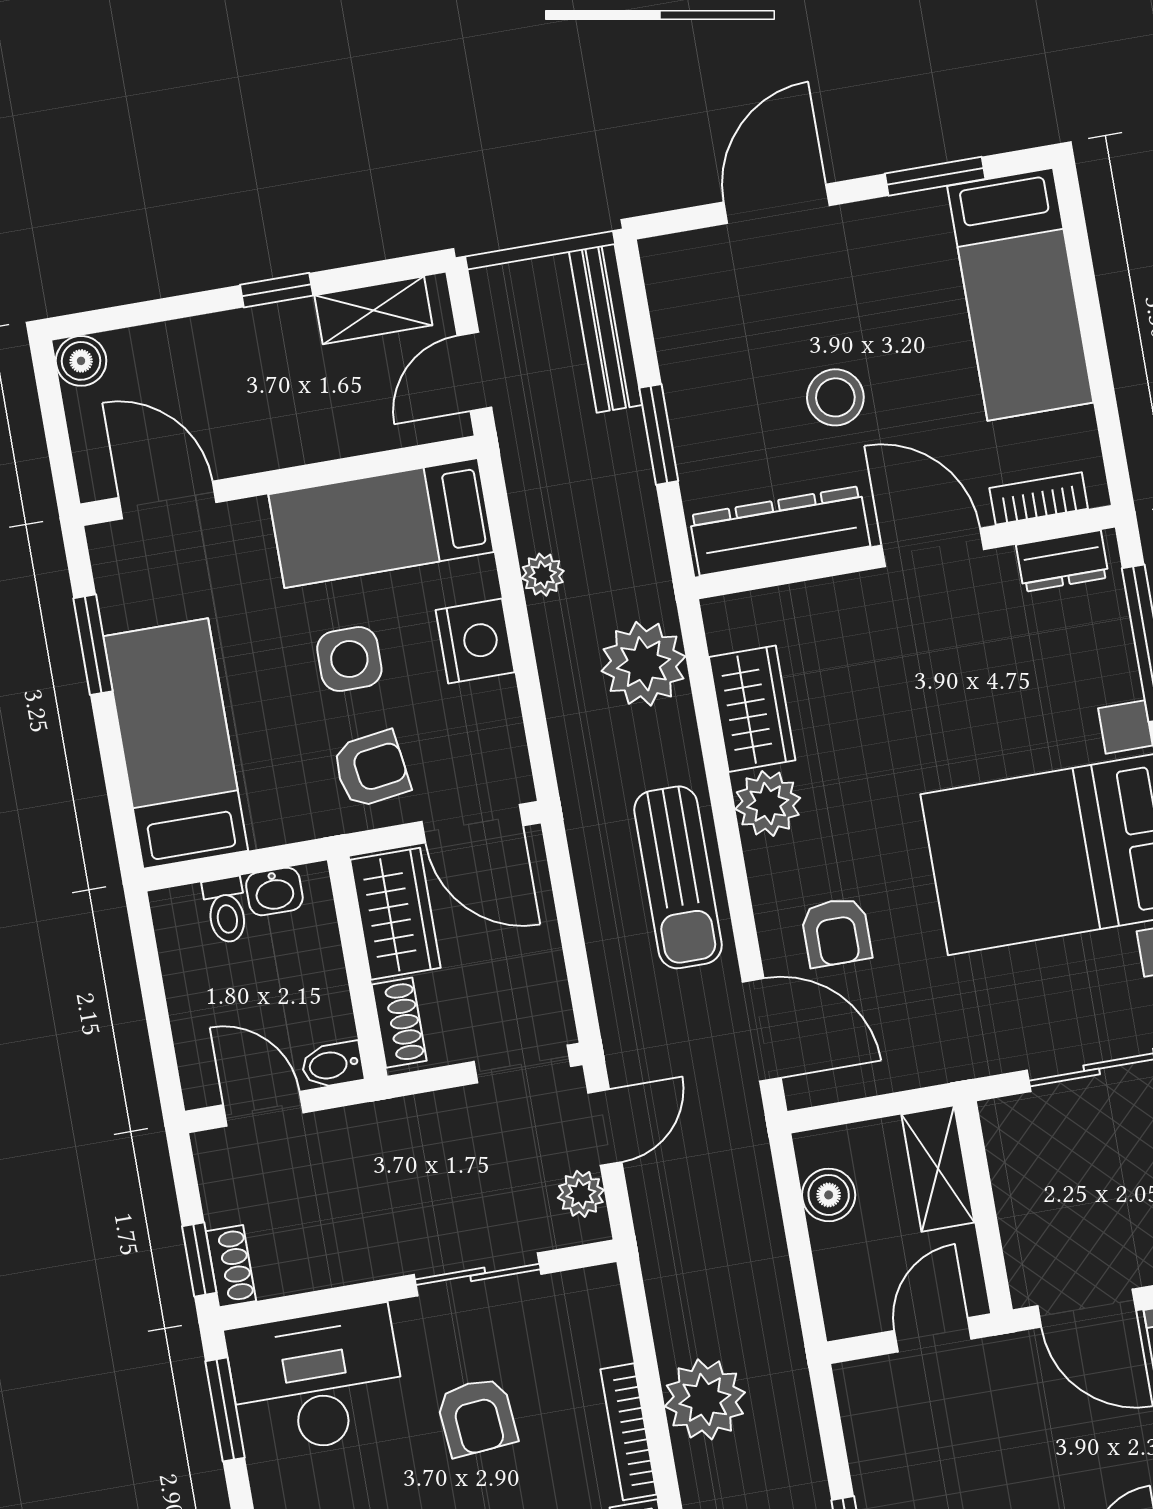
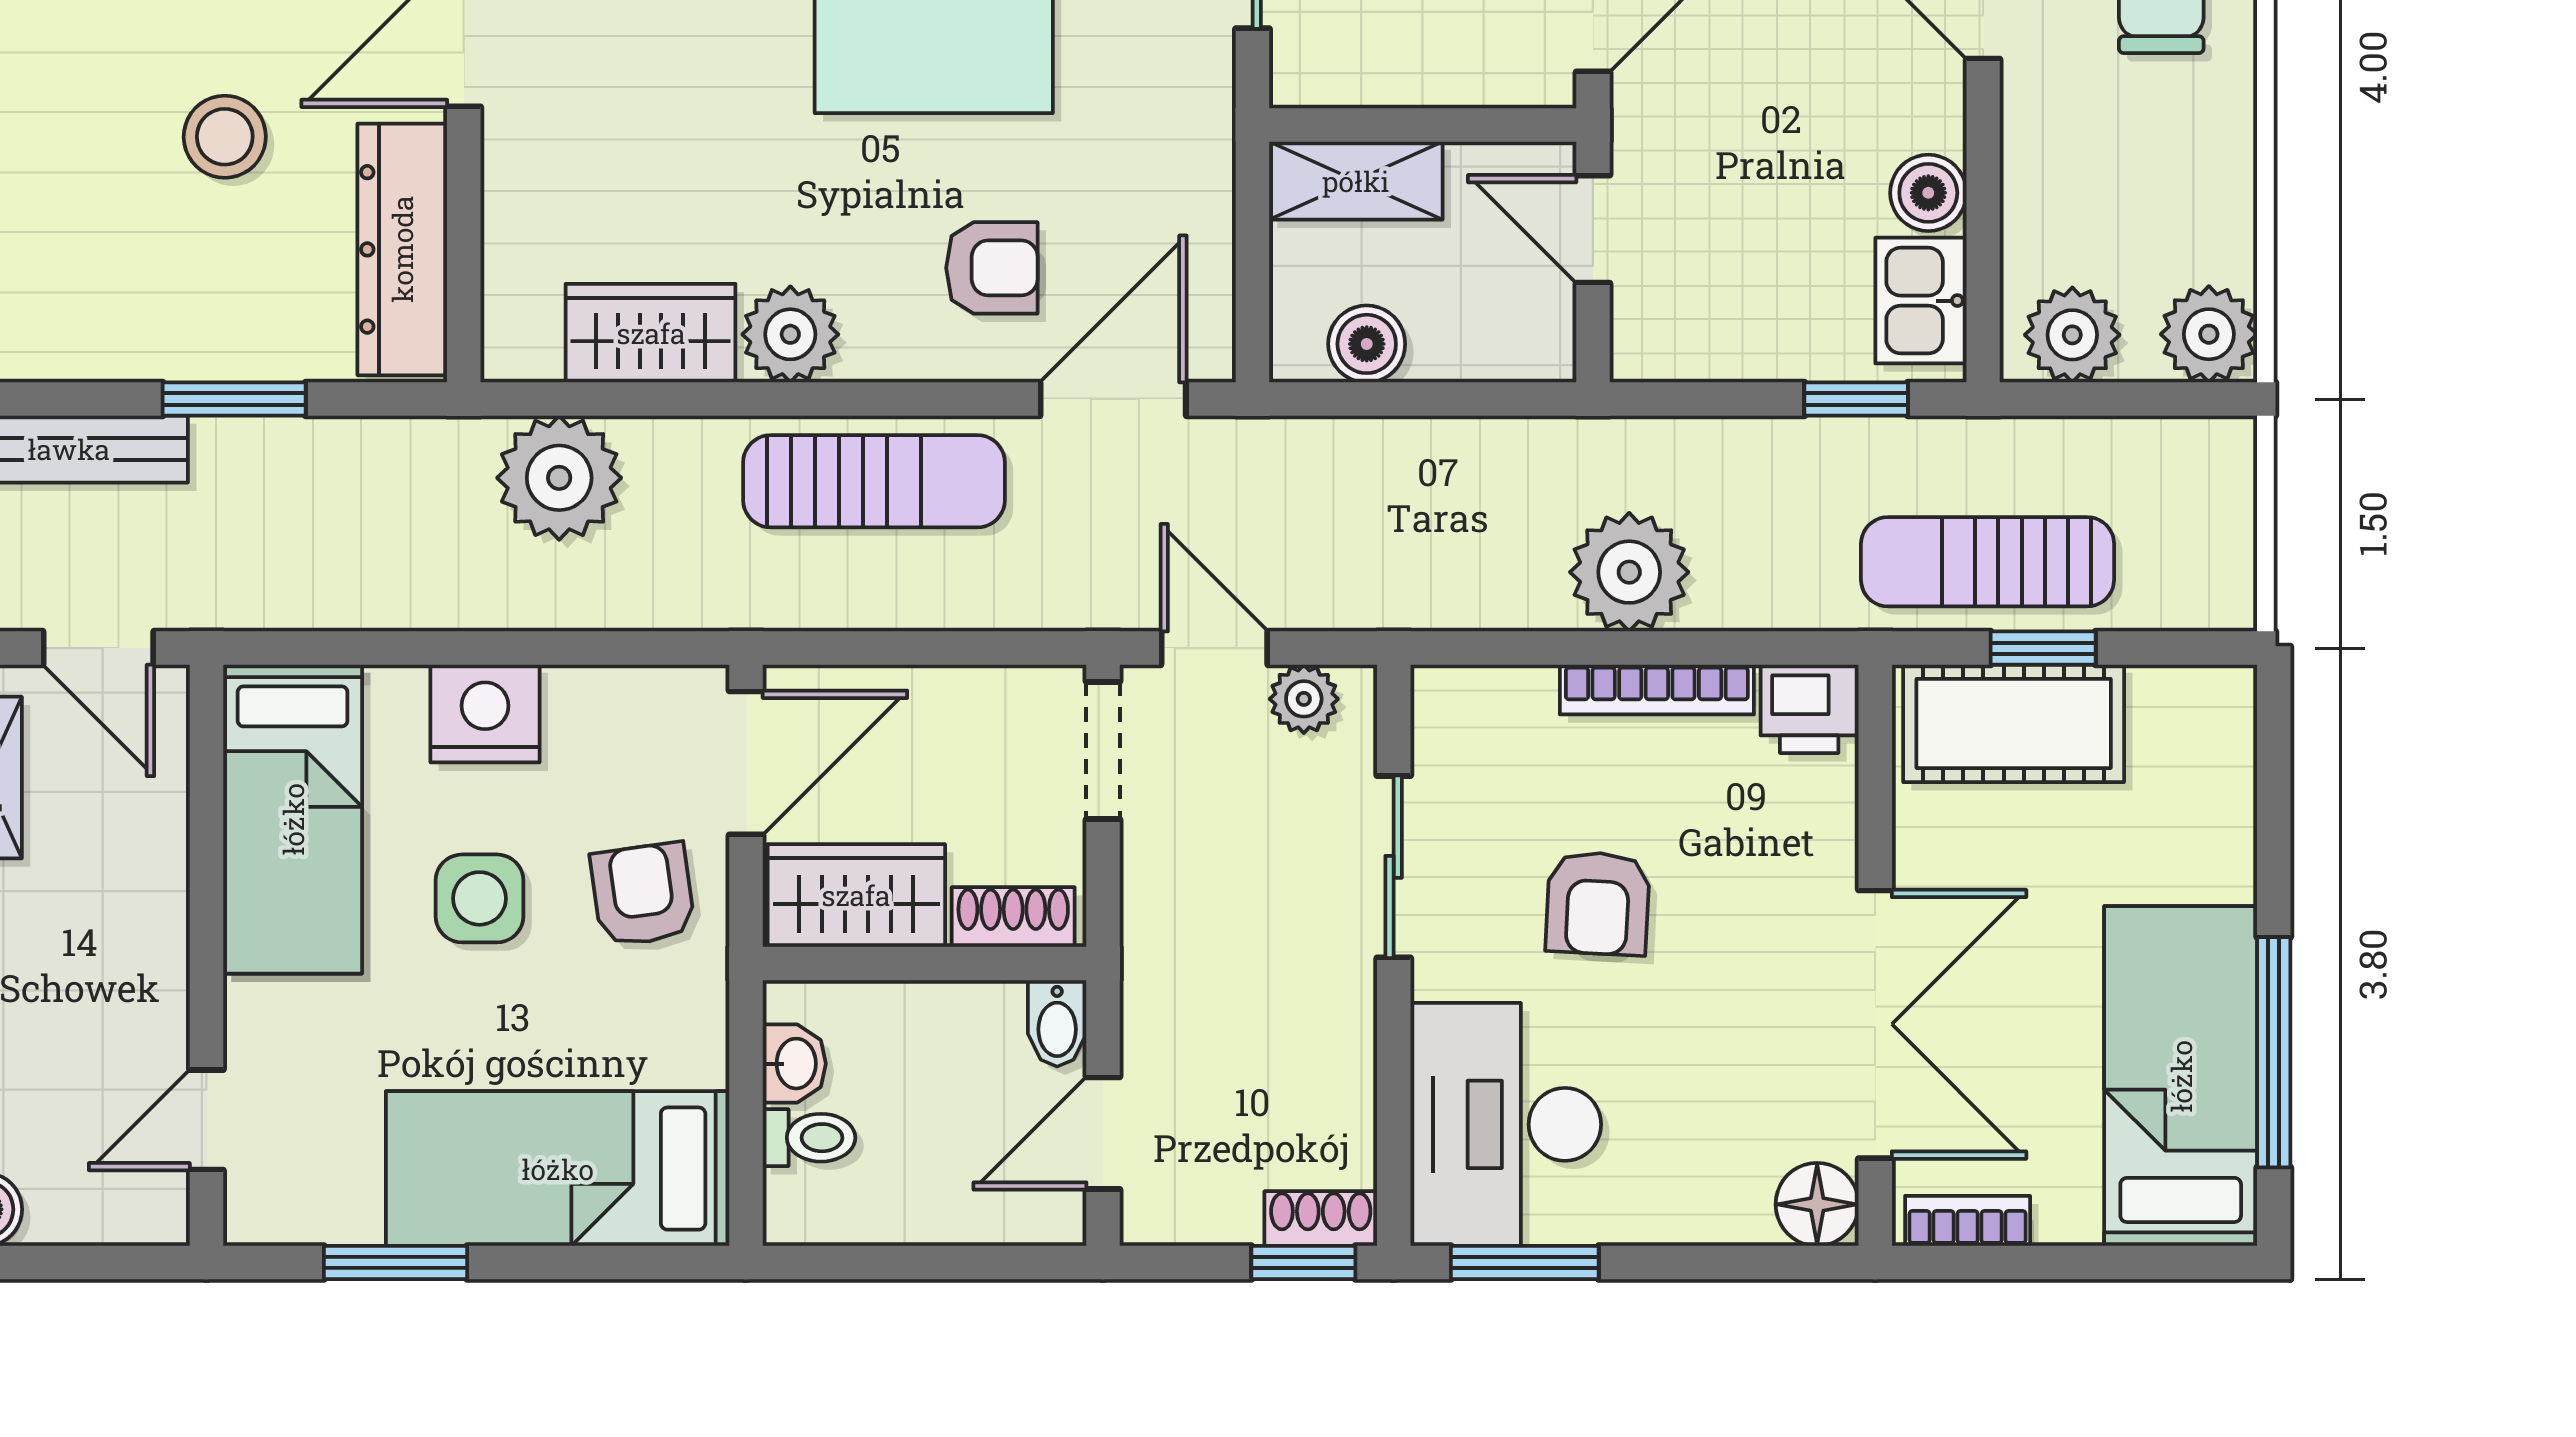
door: (167, 500) -> (206, 1120), width x0.73
plant: (543, 575) -> (406, 600), removed
armchair: (477, 1417) -> (1598, 903), turned 98

